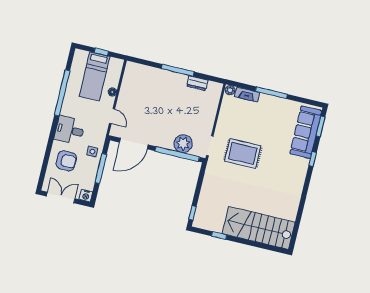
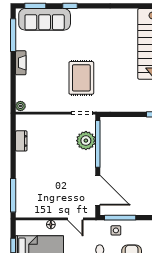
window: (178, 70) -> (13, 195), moved
window: (271, 93) -> (13, 35), moved
fireplace: (247, 94) -> (21, 63), moved
door: (112, 116) -> (75, 219), swing flipped
window: (101, 168) -> (120, 218), moved

